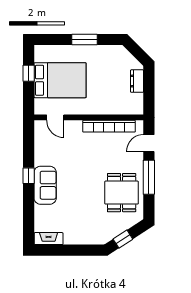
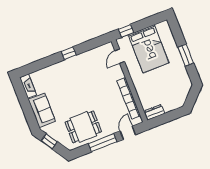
window: (29, 73) -> (126, 31), moved
dresser: (137, 81) -> (154, 112), moved
door: (149, 143) -> (128, 133), hinge flipped
sofa: (45, 185) -> (42, 110), moved, turned -90

